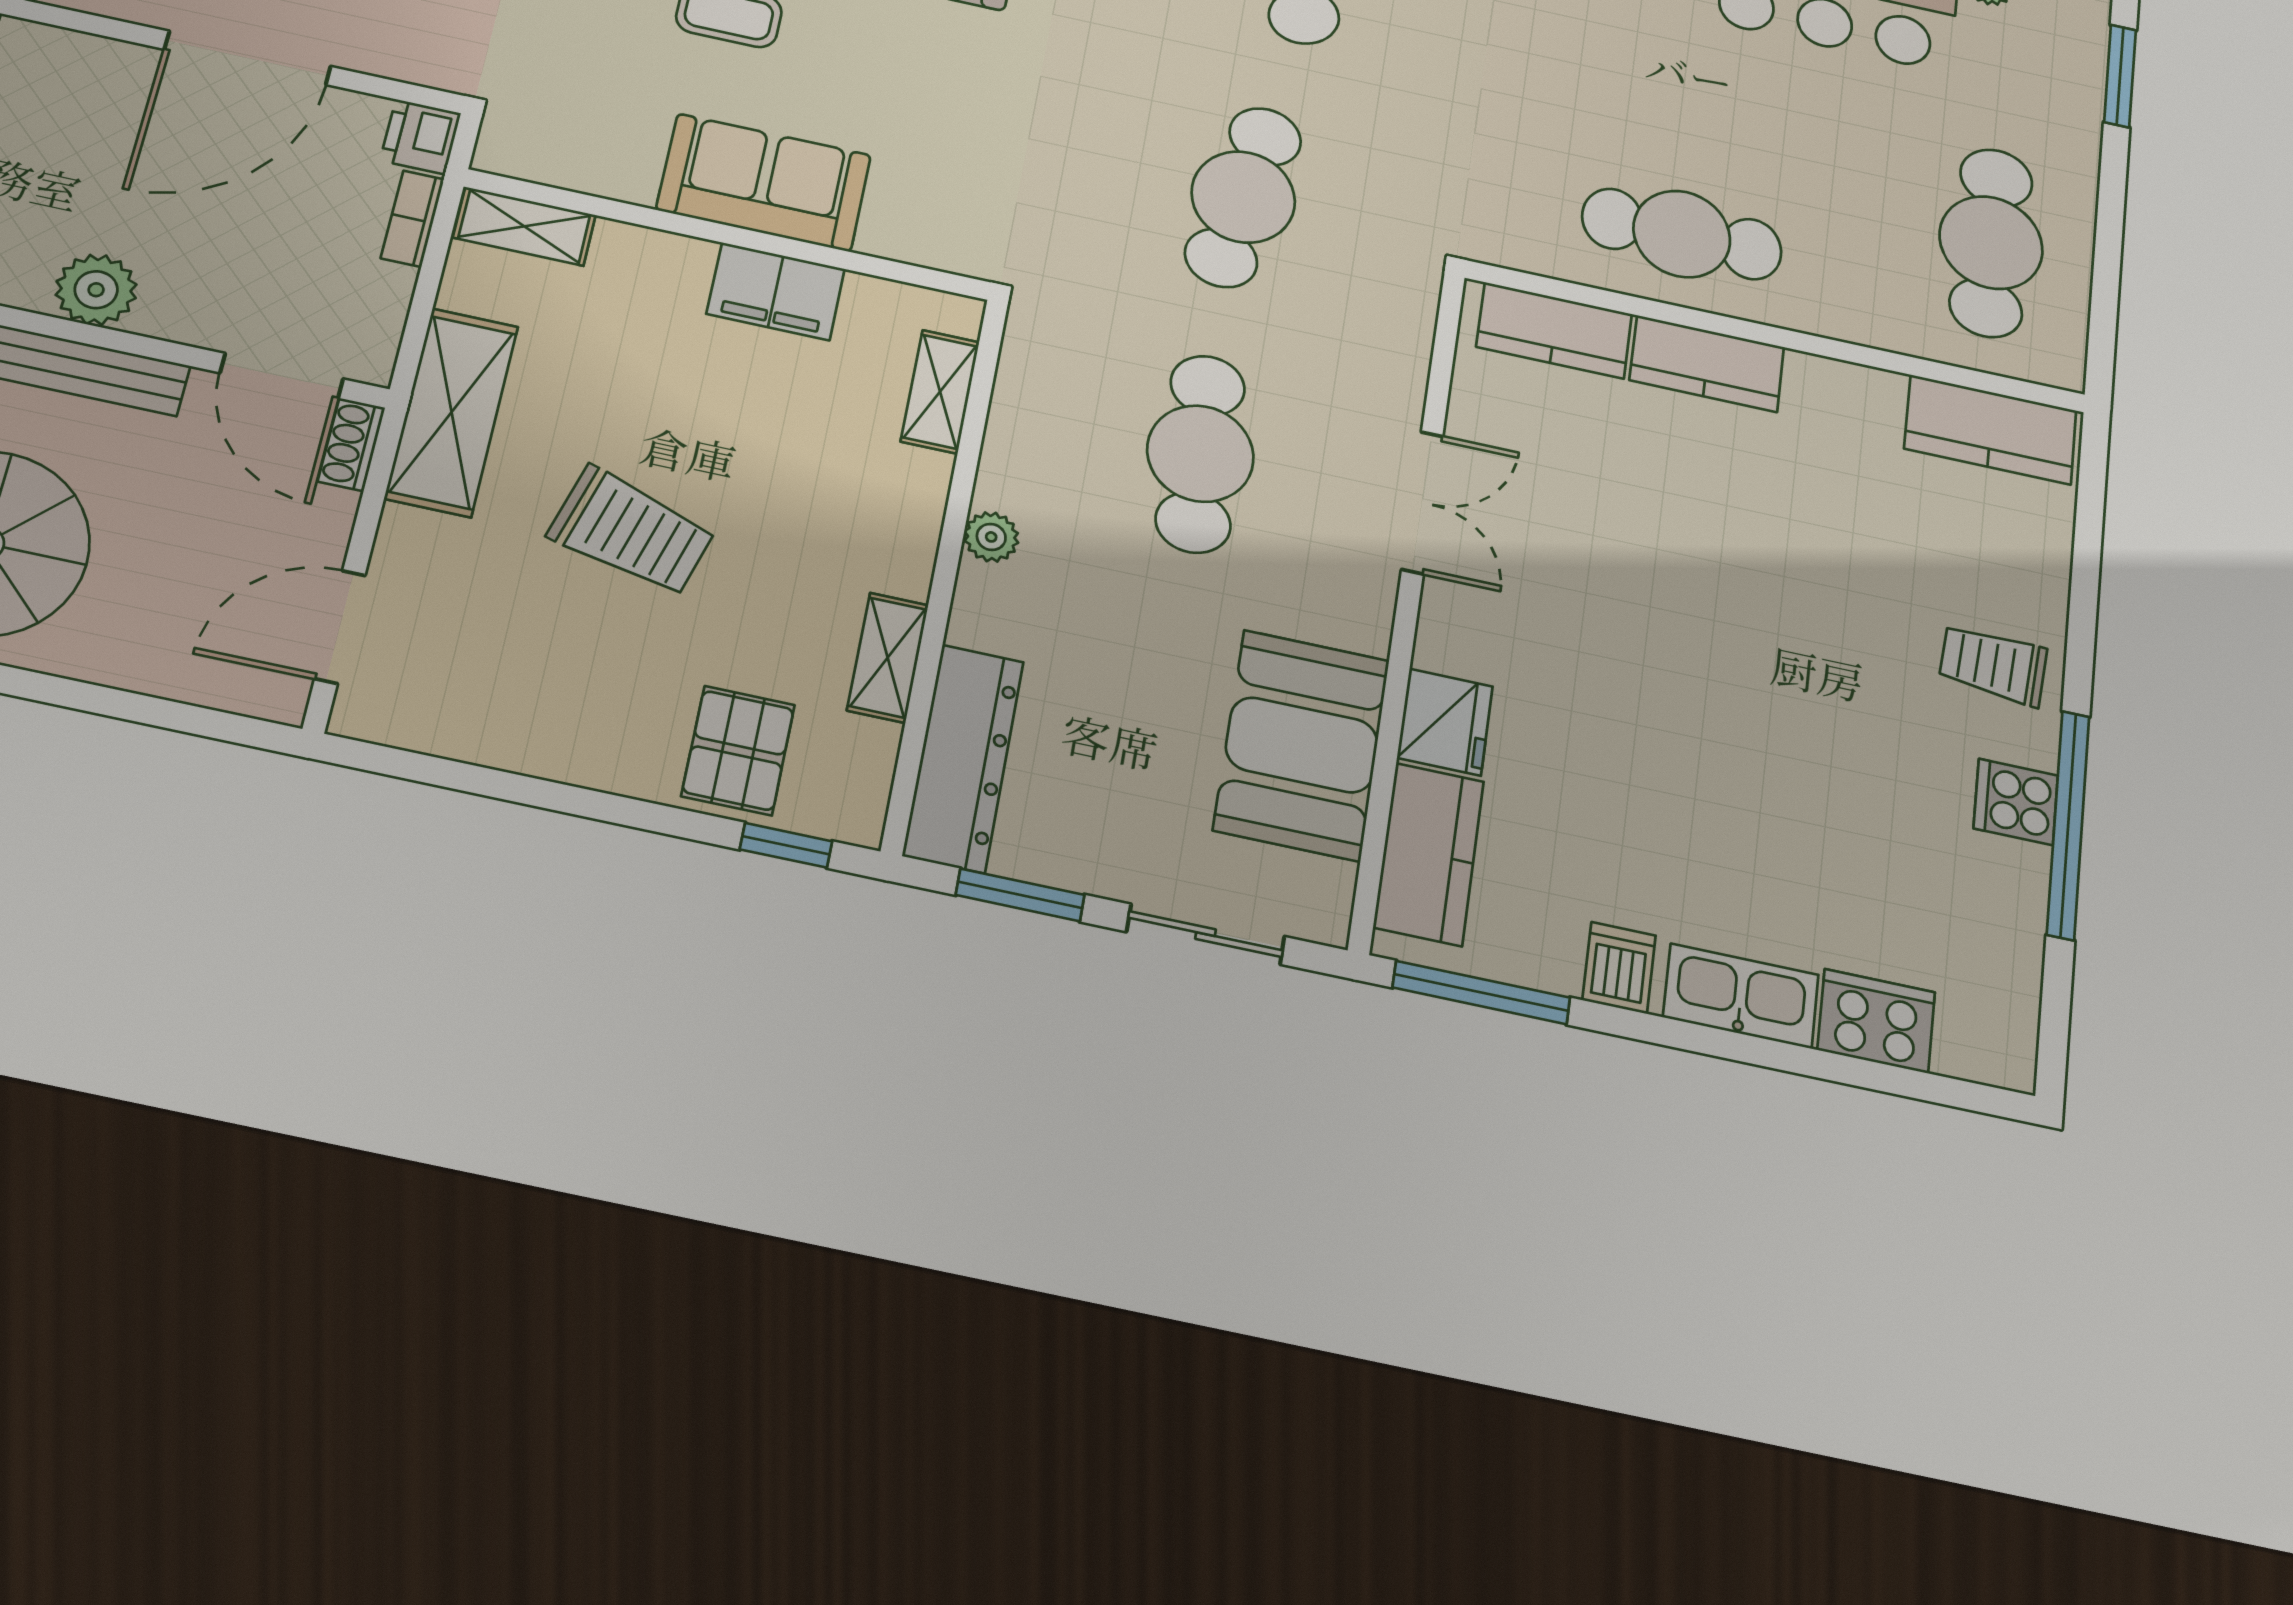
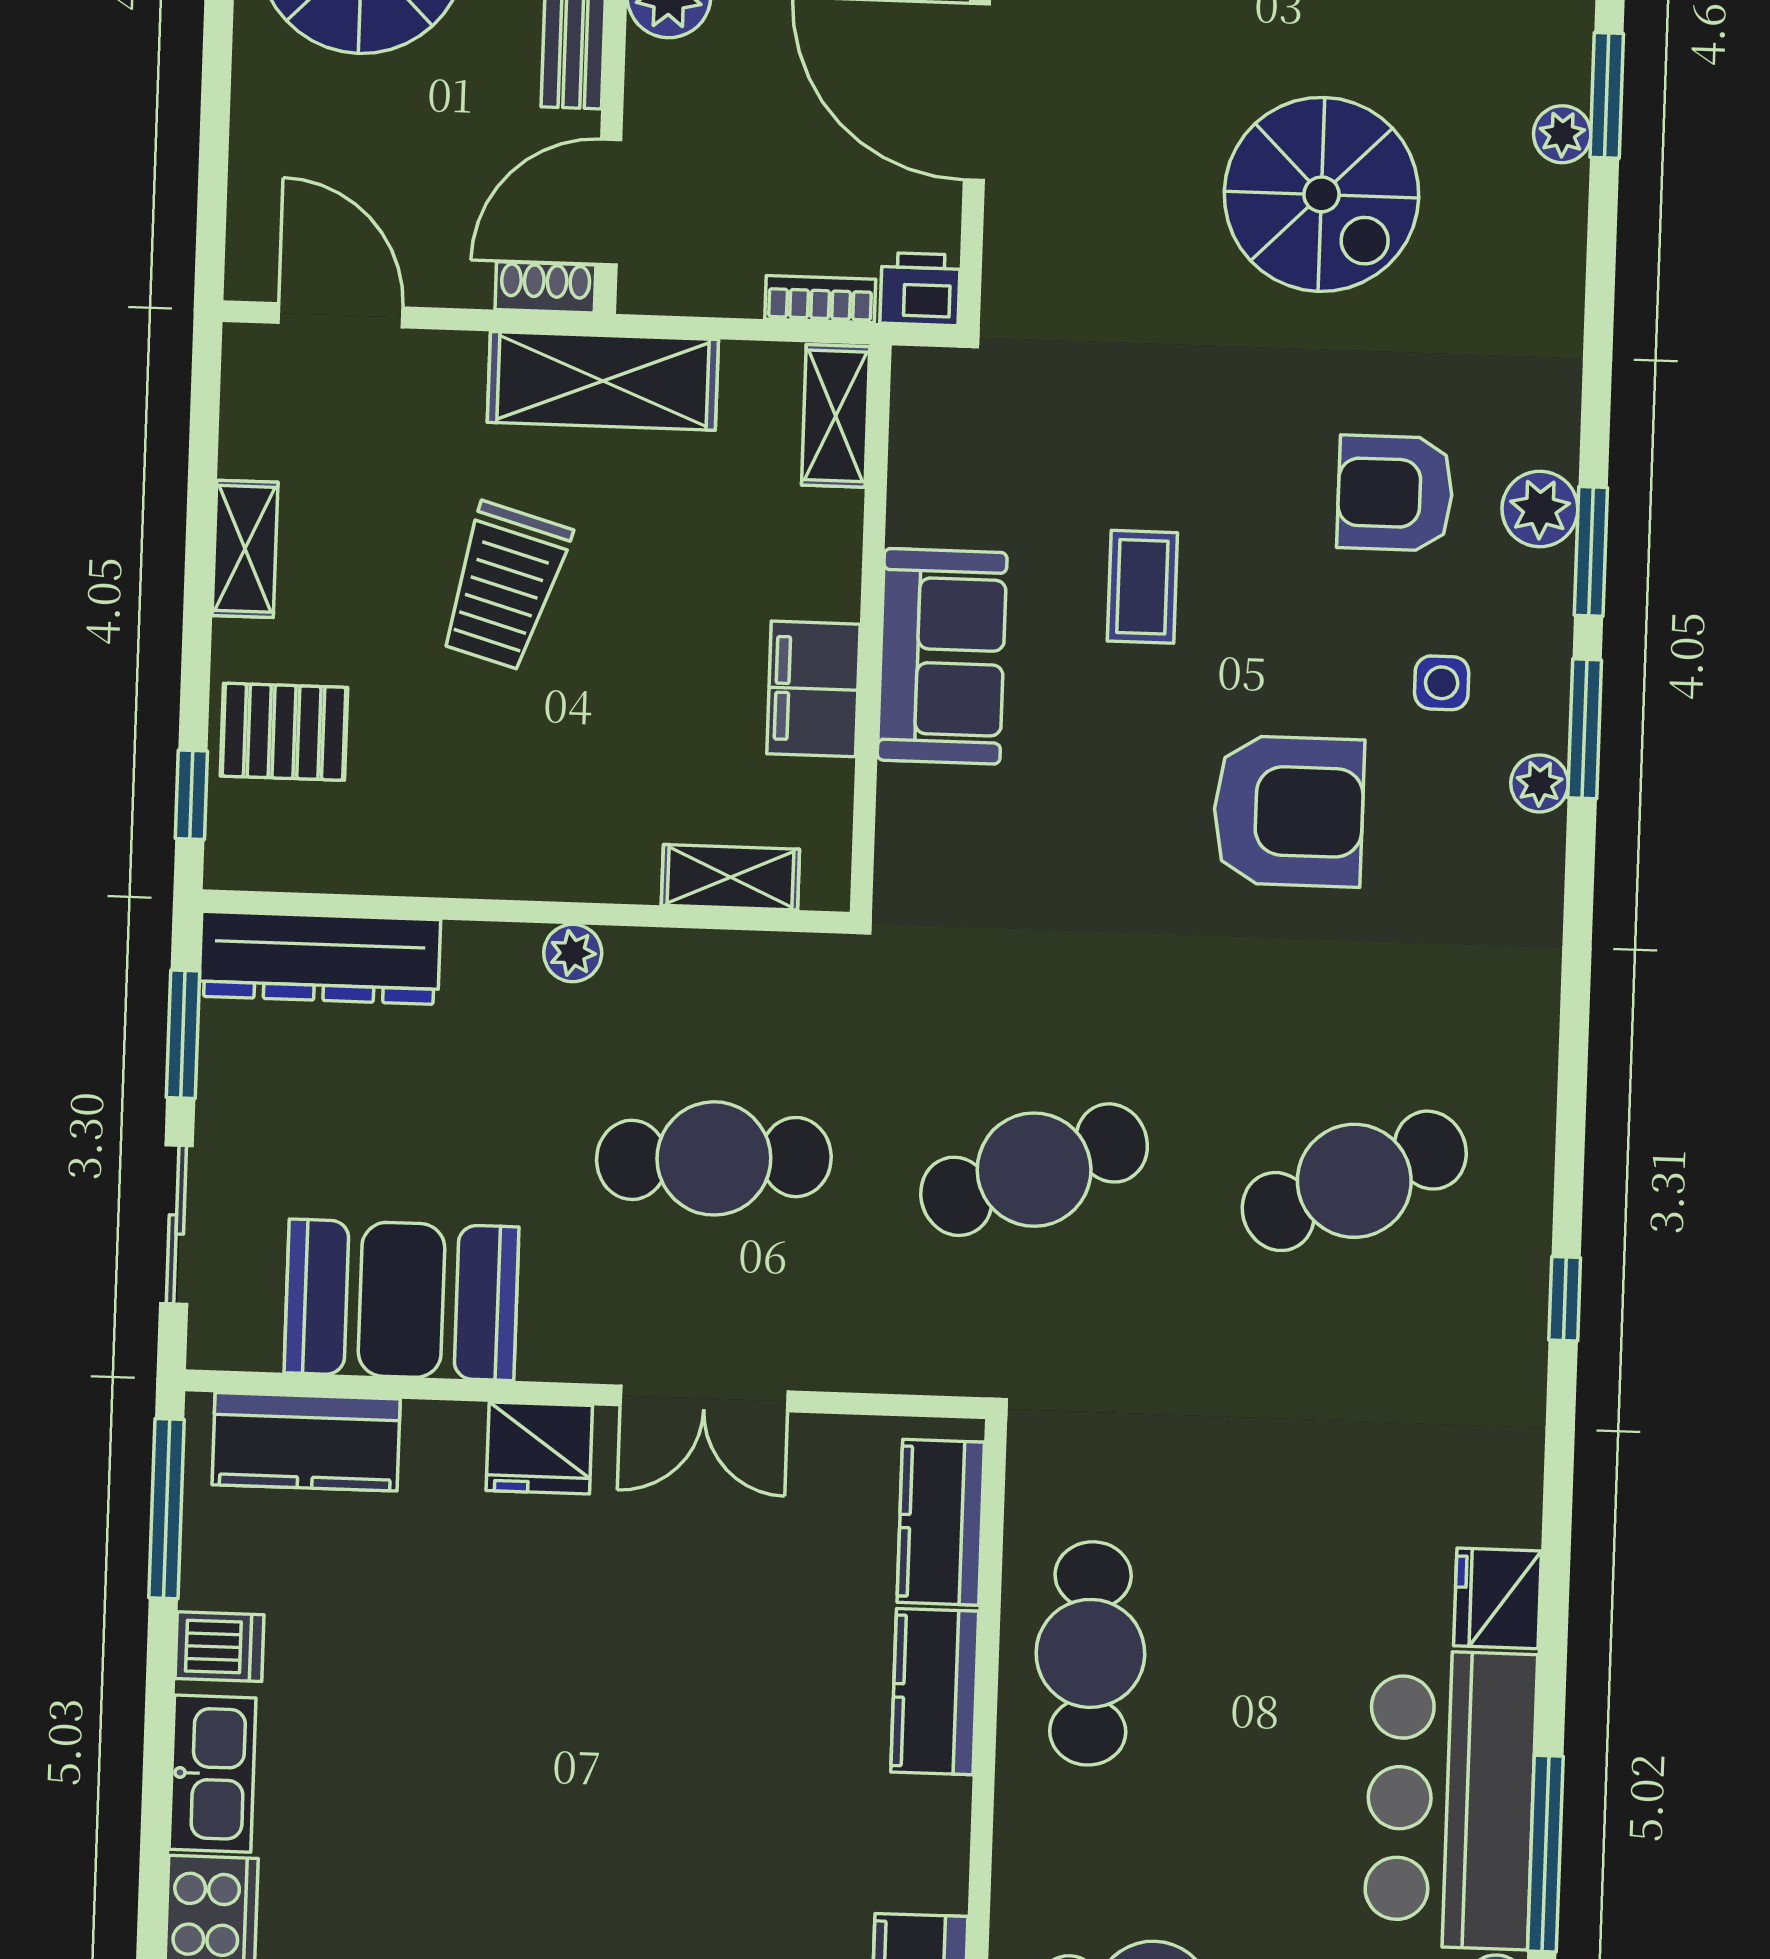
cafe table: (1243, 197) -> (1034, 1170), turned -30
shelving: (888, 658) -> (245, 549), moved, turned 90
fridge: (1445, 722) -> (539, 1448), moved

